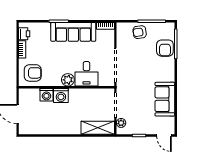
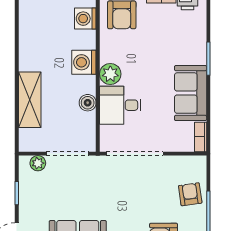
sofa: (73, 32) -> (191, 93), width x0.73
boiler: (85, 93) -> (88, 103), added
washing machine: (46, 95) -> (85, 19), moved
shelving: (98, 128) -> (30, 100), moved

